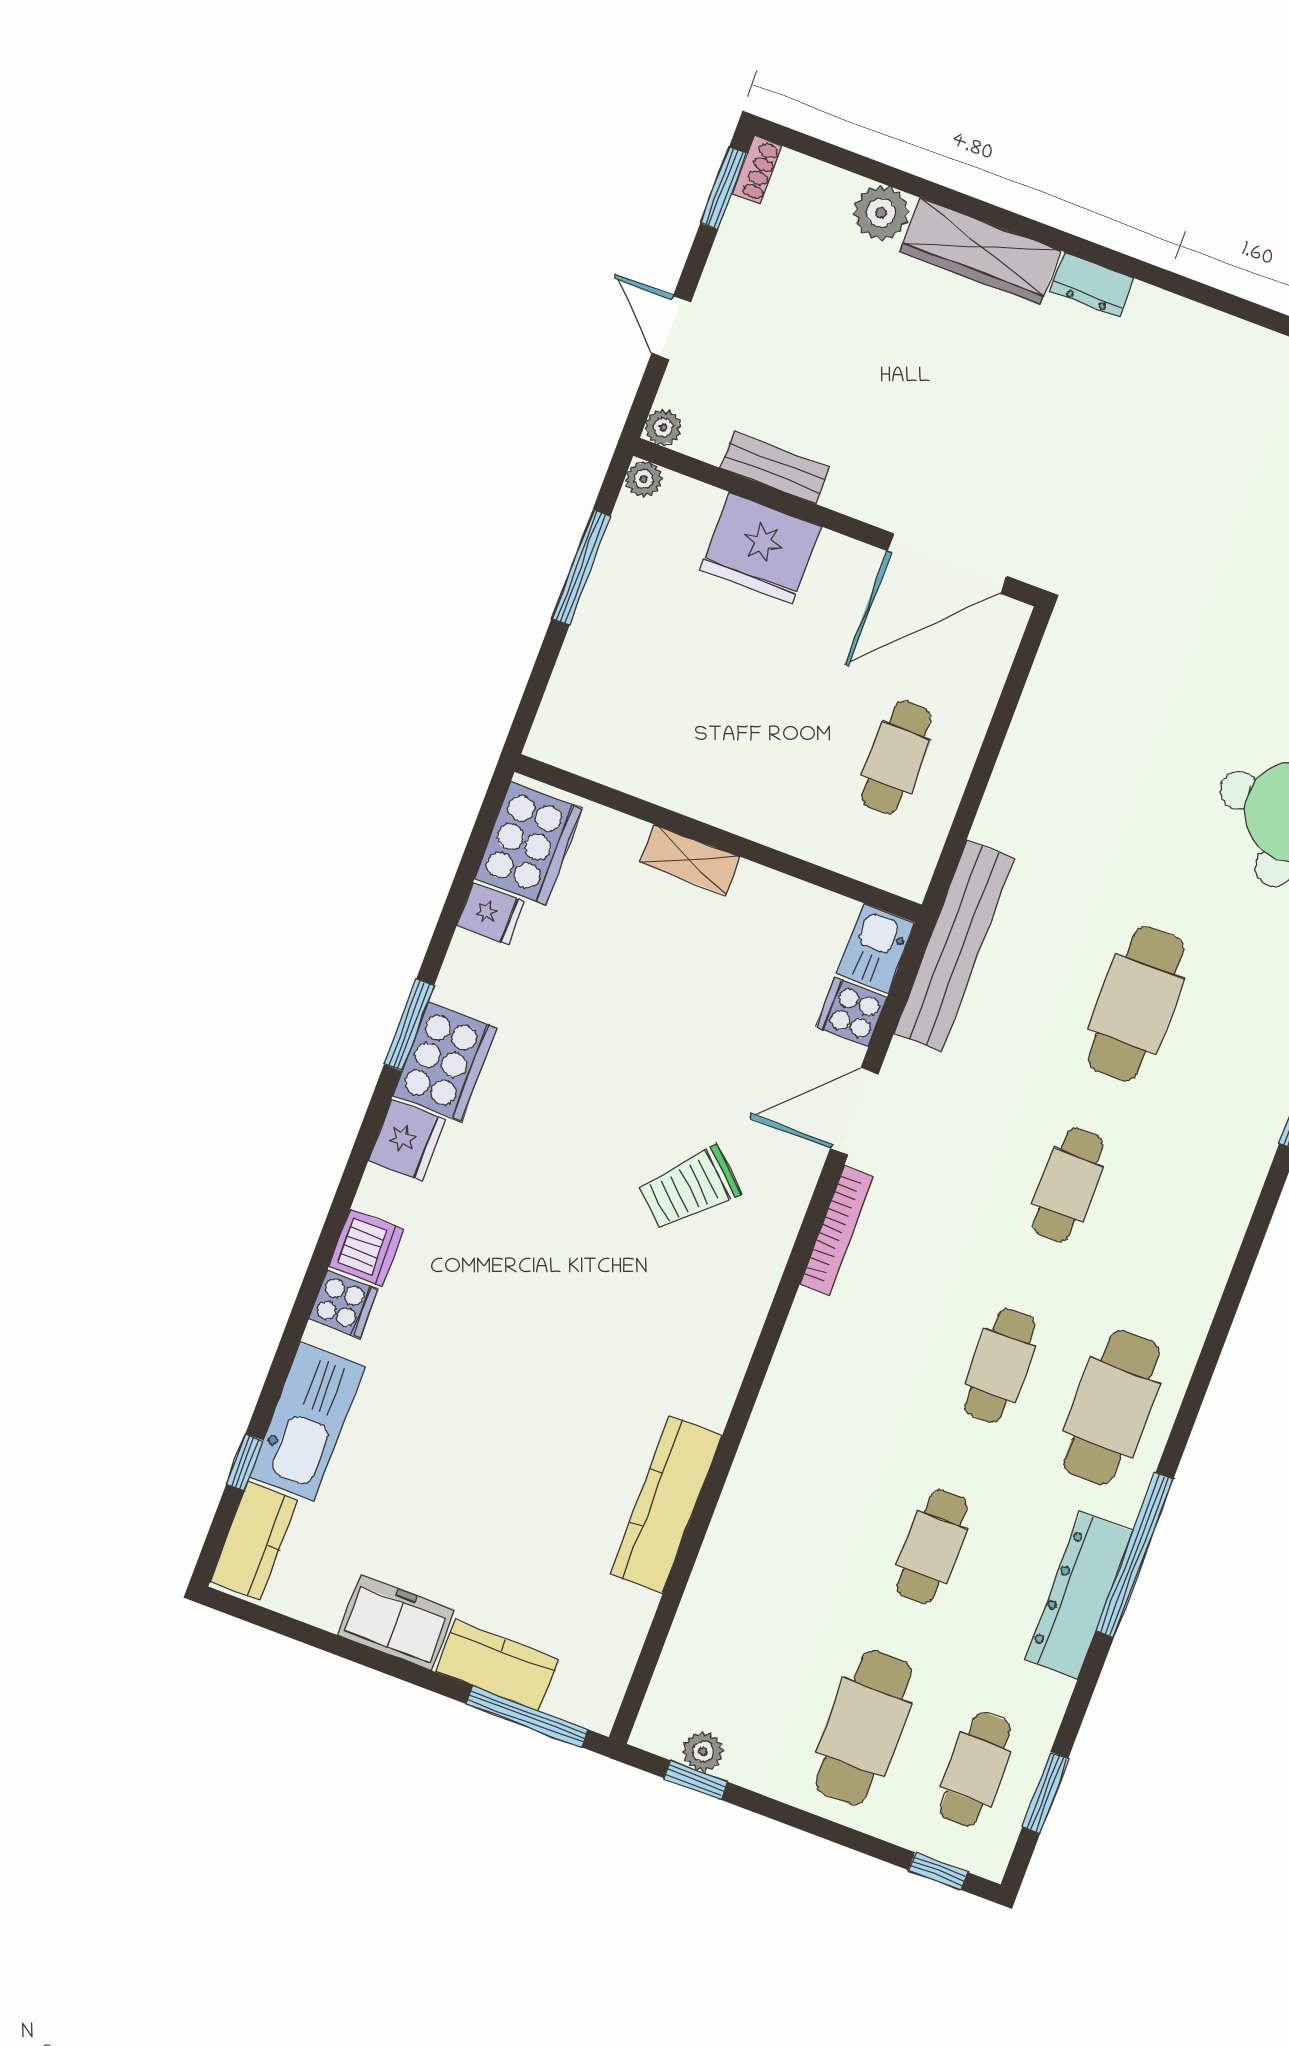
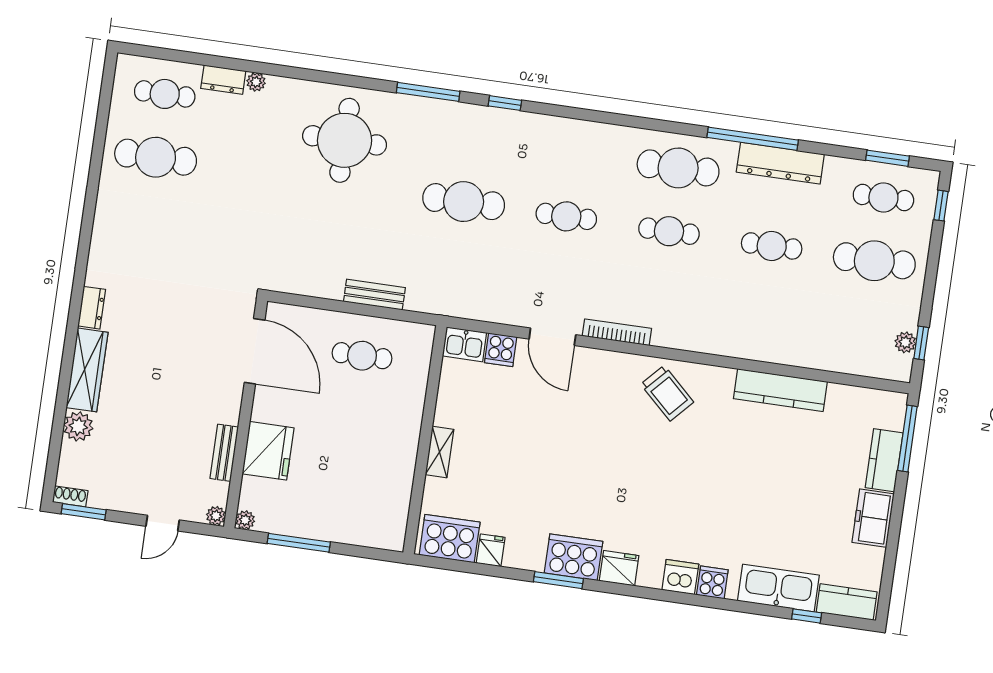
bench: (954, 946) -> (374, 295), moved, width x0.54, depth x0.82
trolley: (689, 1189) -> (667, 393), moved

